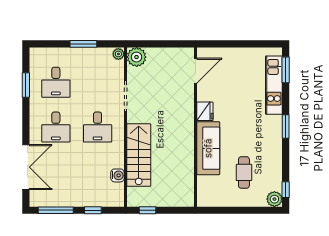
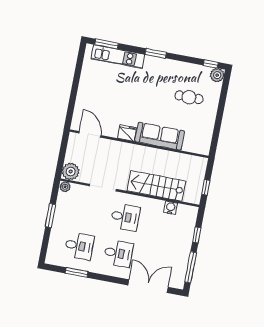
door: (196, 71) -> (90, 134), moved
fridge: (205, 111) -> (127, 133), moved
wall: (196, 127) -> (139, 144), moved
sofa: (208, 148) -> (160, 136), moved

